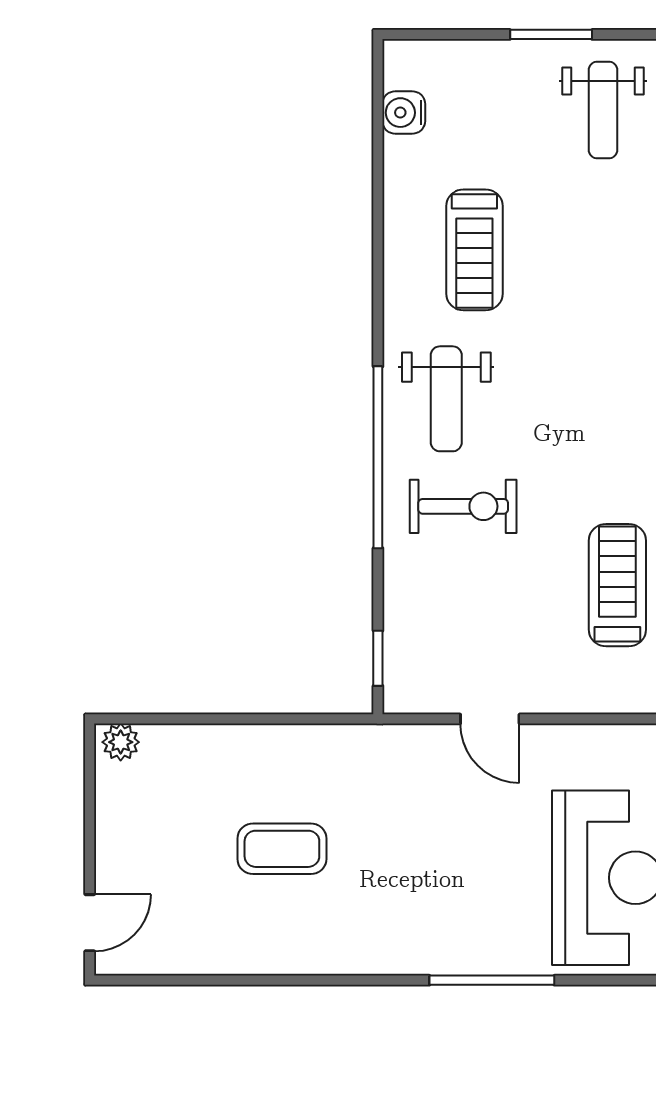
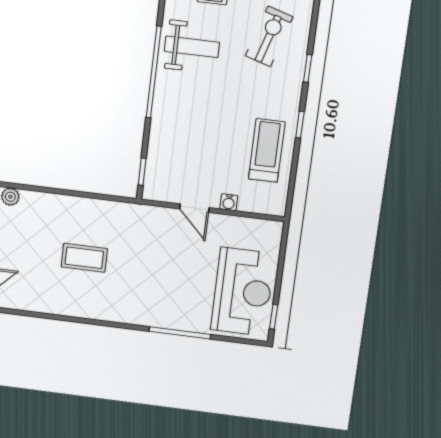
weight bench: (446, 399) -> (192, 47), turned -90
exercise bike: (463, 506) -> (269, 36), moved, turned -73
water cooler: (556, 699) -> (229, 202), added

